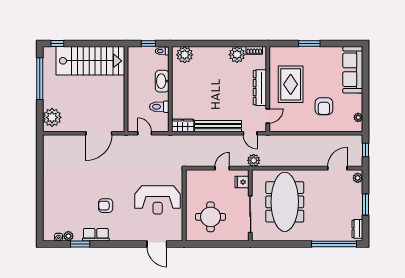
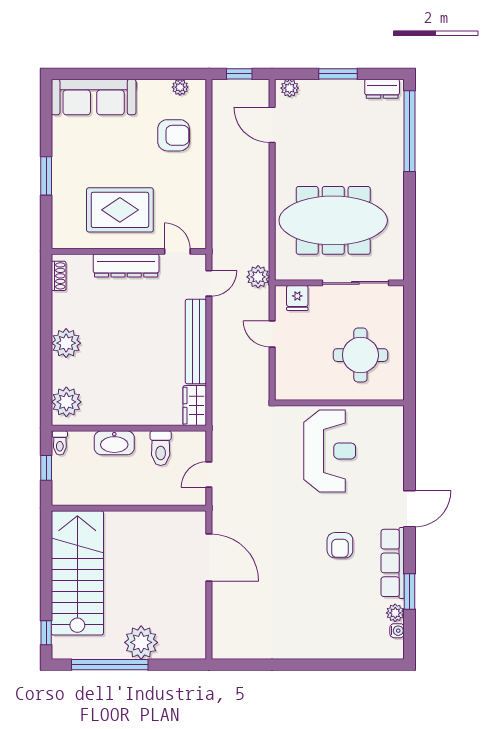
plant: (237, 55) -> (66, 343), moved
armchair: (324, 106) -> (174, 135), moved
plant: (52, 117) -> (141, 642), moved
row of seats: (96, 235) -> (393, 563), width x1.48
door: (157, 244) -> (410, 509), moved

